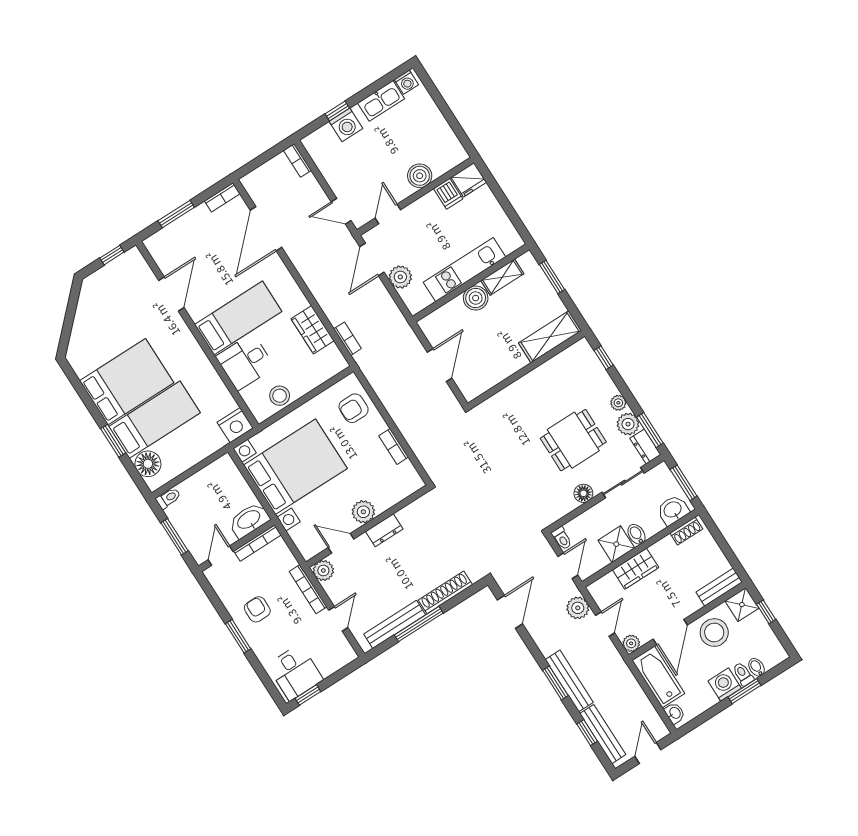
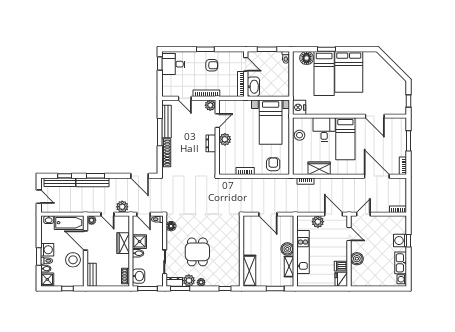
bed with nightstands: (295, 467) -> (271, 122), width x0.73
floor lamp: (583, 493) -> (171, 226), moved
shower: (742, 605) -> (47, 279), moved

